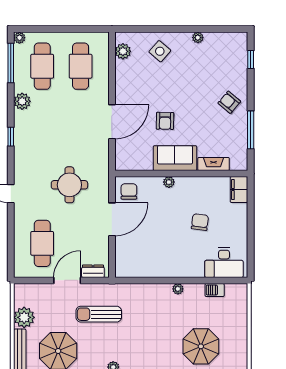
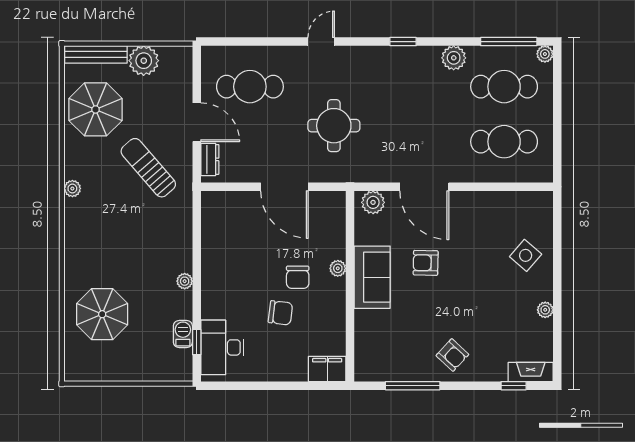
plant: (123, 51) -> (373, 202), moved
armchair: (229, 102) -> (452, 355), turned 93
fireplace: (214, 164) -> (531, 372), moved, turned -90
chair: (129, 191) -> (298, 277), moved, turned 90
window: (220, 280) -> (197, 342), added
sun lounger: (99, 314) -> (148, 168), turned -41

